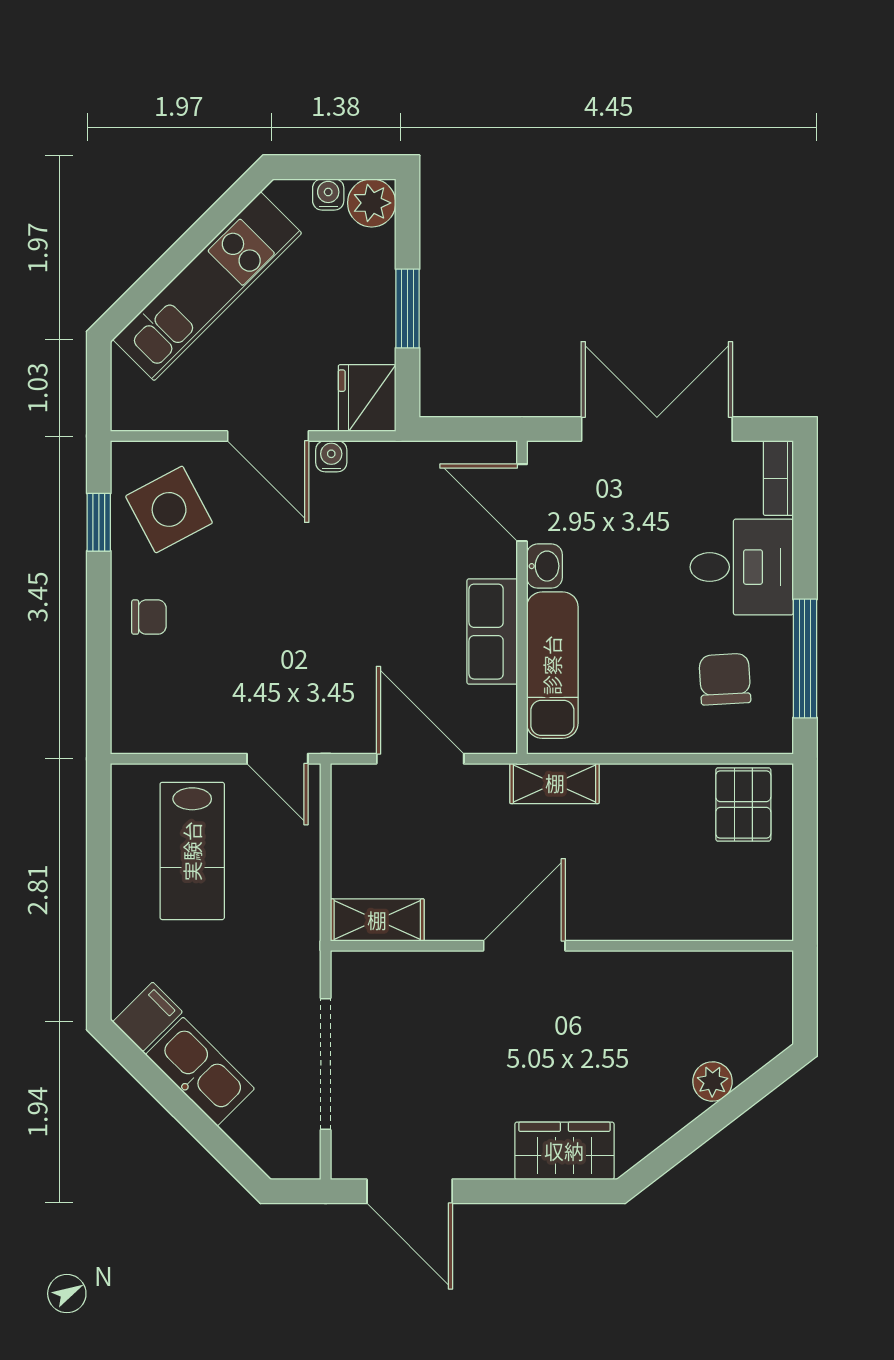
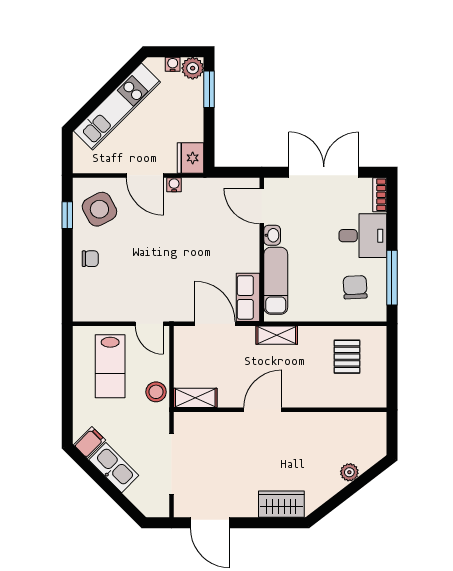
window: (407, 308) -> (209, 89), moved
row of seats: (492, 632) -> (248, 297), moved
pallet: (743, 804) -> (347, 357), moved
stool: (292, 907) -> (156, 392), added

